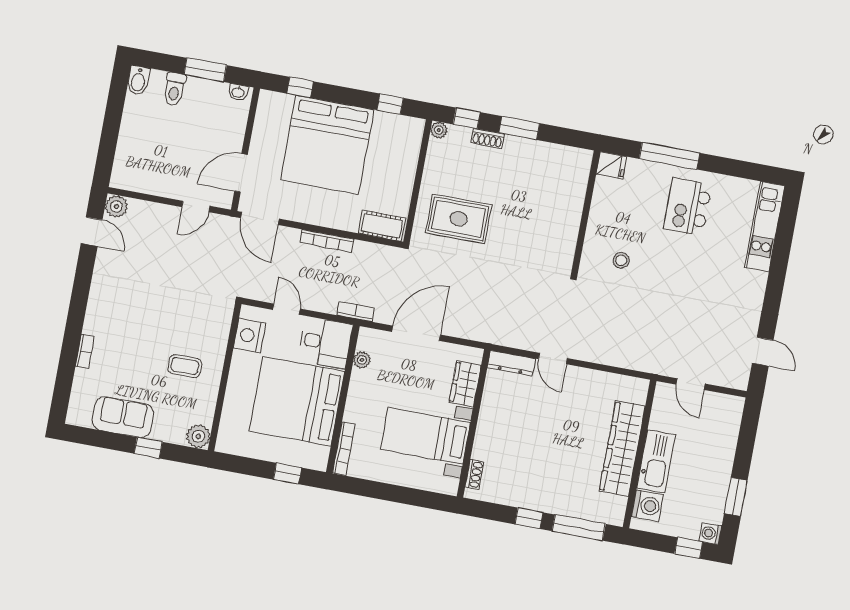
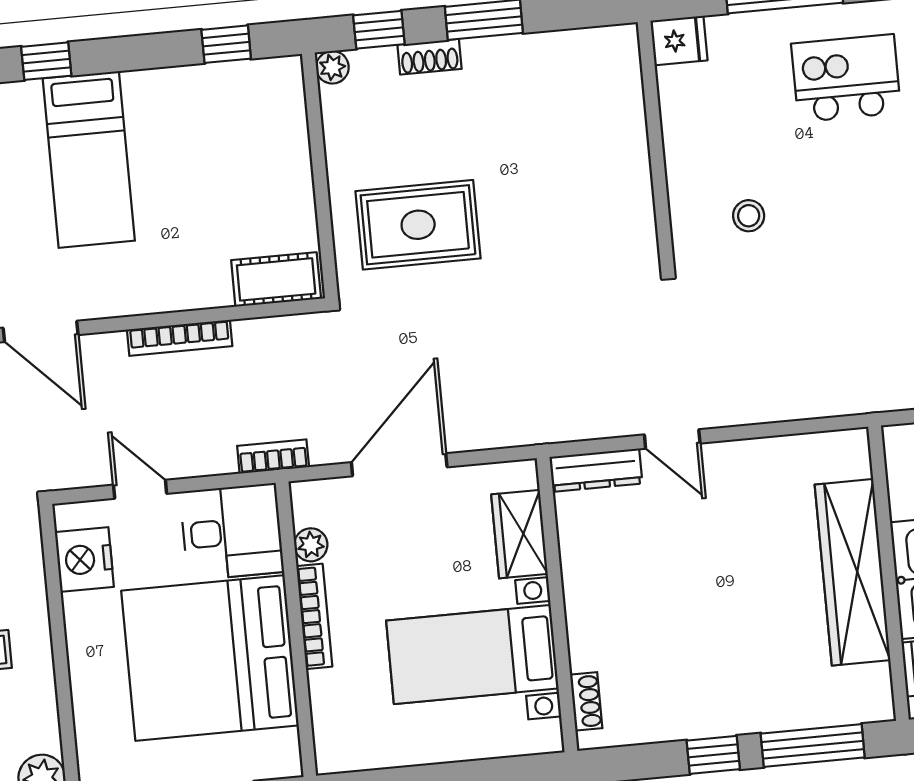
bed: (327, 145) -> (89, 159), width x0.49
kitchen island: (688, 207) -> (846, 78), turned 90
bookcase: (344, 449) -> (314, 616), moved

